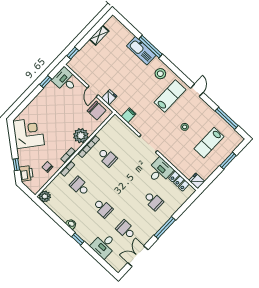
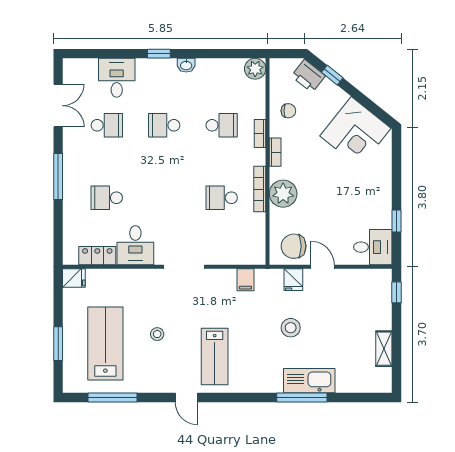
stool: (160, 74) -> (291, 328), moved
lab bench: (209, 143) -> (105, 344), width x1.36, depth x1.39

